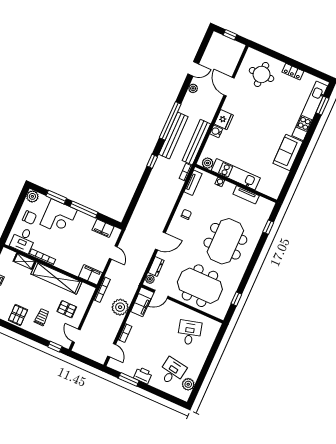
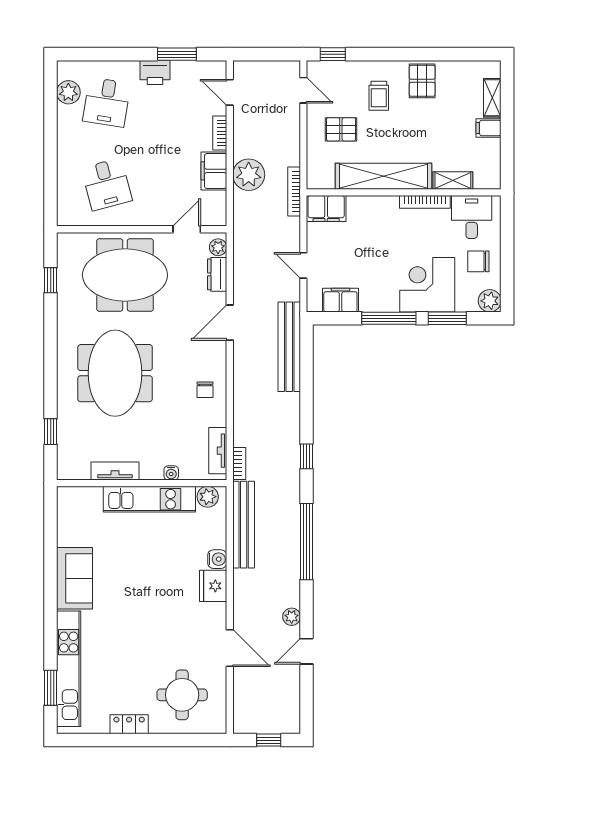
bench: (173, 136) -> (289, 347), moved
filing cabinet: (141, 305) -> (214, 171), moved

